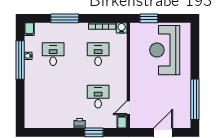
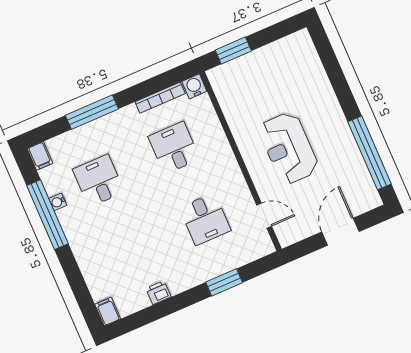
reception desk: (165, 50) -> (289, 148), moved, width x0.74, depth x0.77
desk: (98, 97) -> (205, 219), turned 180
door: (128, 108) -> (264, 216), swing flipped
filing cabinet: (122, 122) -> (108, 312), moved
printer: (80, 123) -> (158, 293), moved

